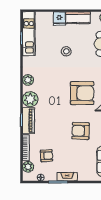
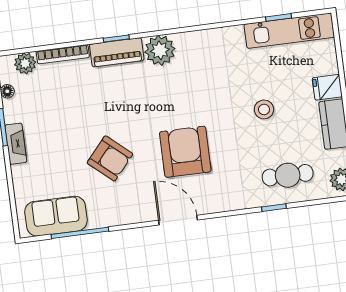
plant: (28, 80) -> (197, 41), removed
armchair: (82, 93) -> (185, 152), turned 180
armchair: (81, 131) -> (110, 158), turned 129
armchair: (47, 156) -> (52, 97), removed

